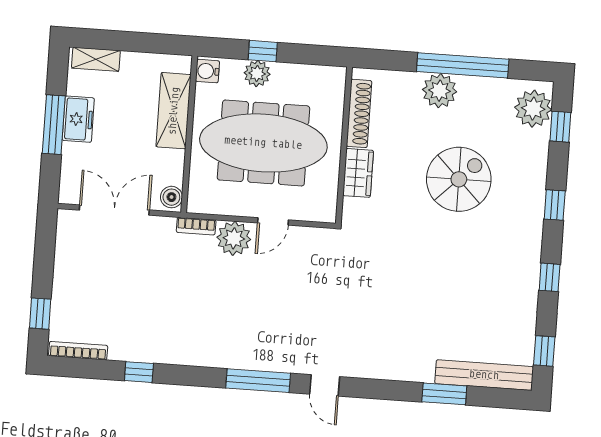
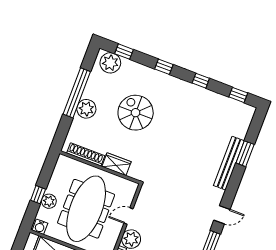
door: (273, 221) -> (128, 216), swing flipped
bench: (484, 375) -> (229, 163), moved

